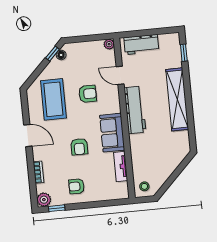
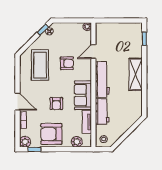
workbench: (141, 44) -> (102, 111), moved, turned -90
door: (120, 75) -> (93, 52), hinge flipped
shelving: (177, 99) -> (136, 74), width x0.68
door: (28, 136) -> (18, 102), moved
armchair: (77, 186) -> (51, 134), width x1.88, depth x1.88
plant: (110, 193) -> (77, 142), added

